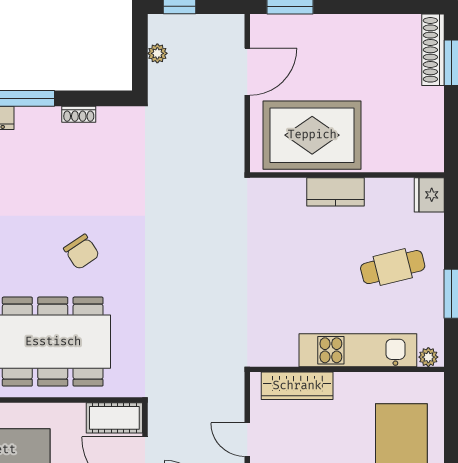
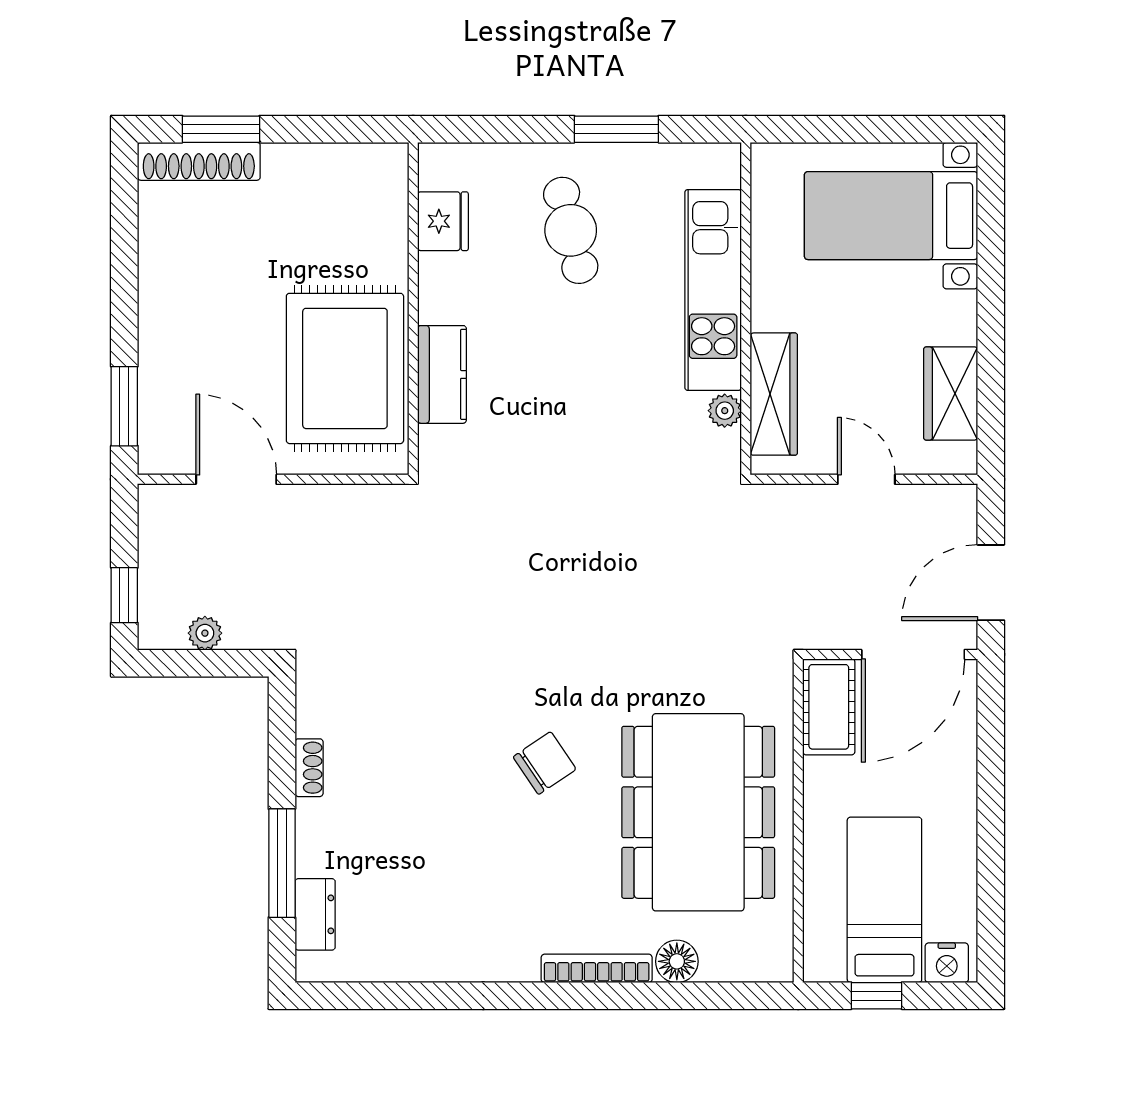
kitchen counter: (336, 192) -> (442, 374), moved
fridge: (429, 195) -> (443, 221), moved, turned -90
plant: (428, 357) -> (725, 411), moved
door: (247, 440) -> (866, 479), swing flipped

